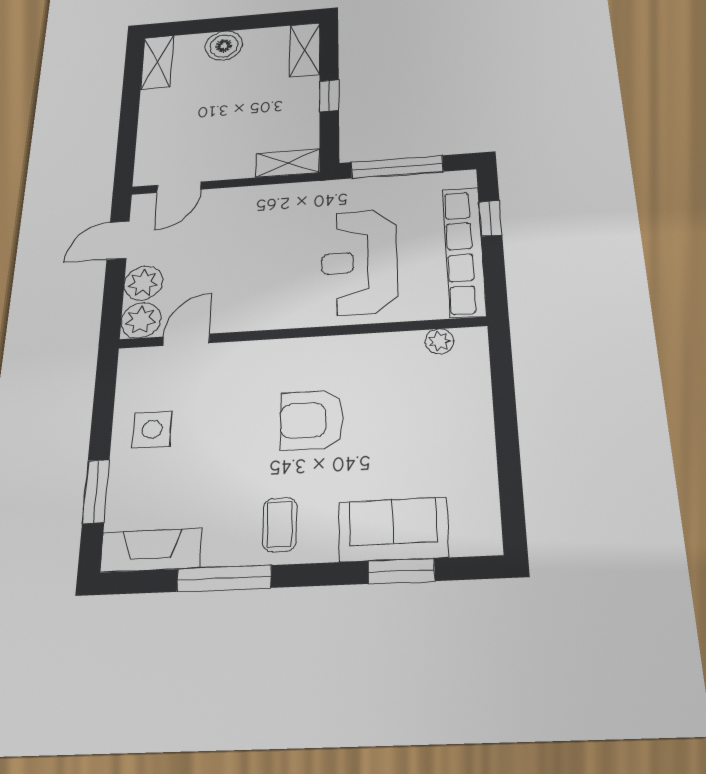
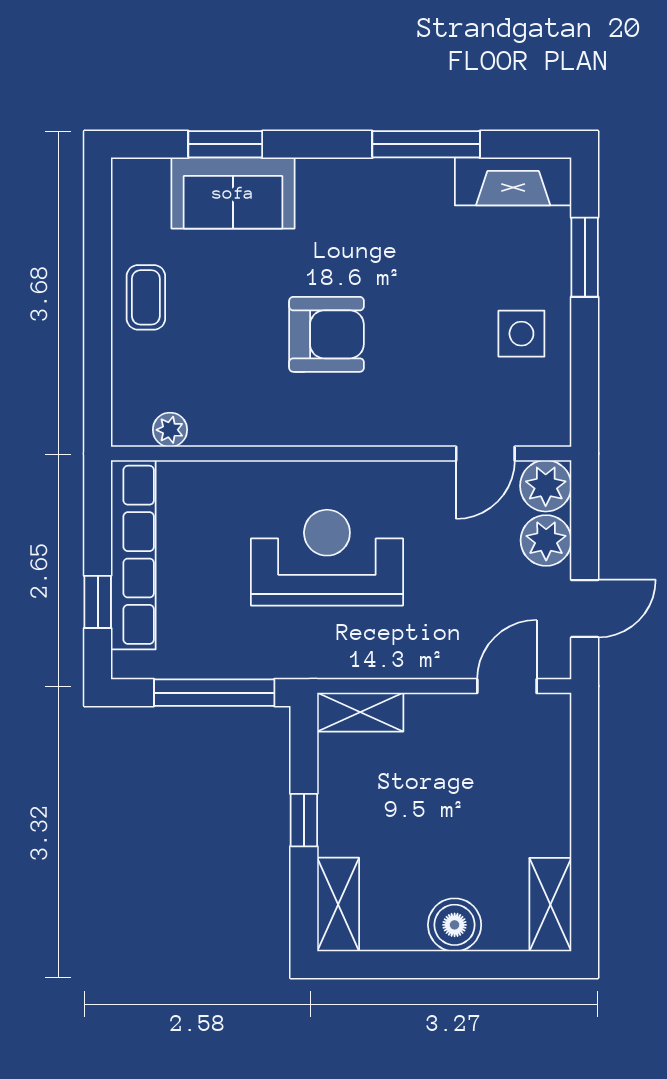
reception desk: (359, 262) -> (327, 558), moved, turned -90
coffee table: (280, 524) -> (146, 297), moved

